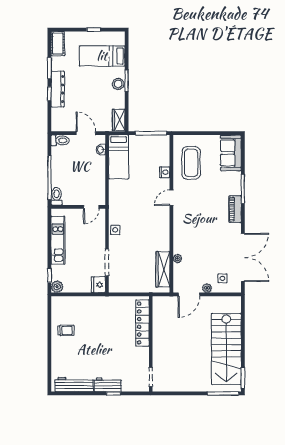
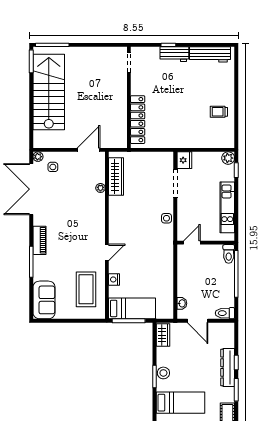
bed: (119, 157) -> (132, 308), moved, turned 90
plant: (207, 288) -> (38, 157), moved

